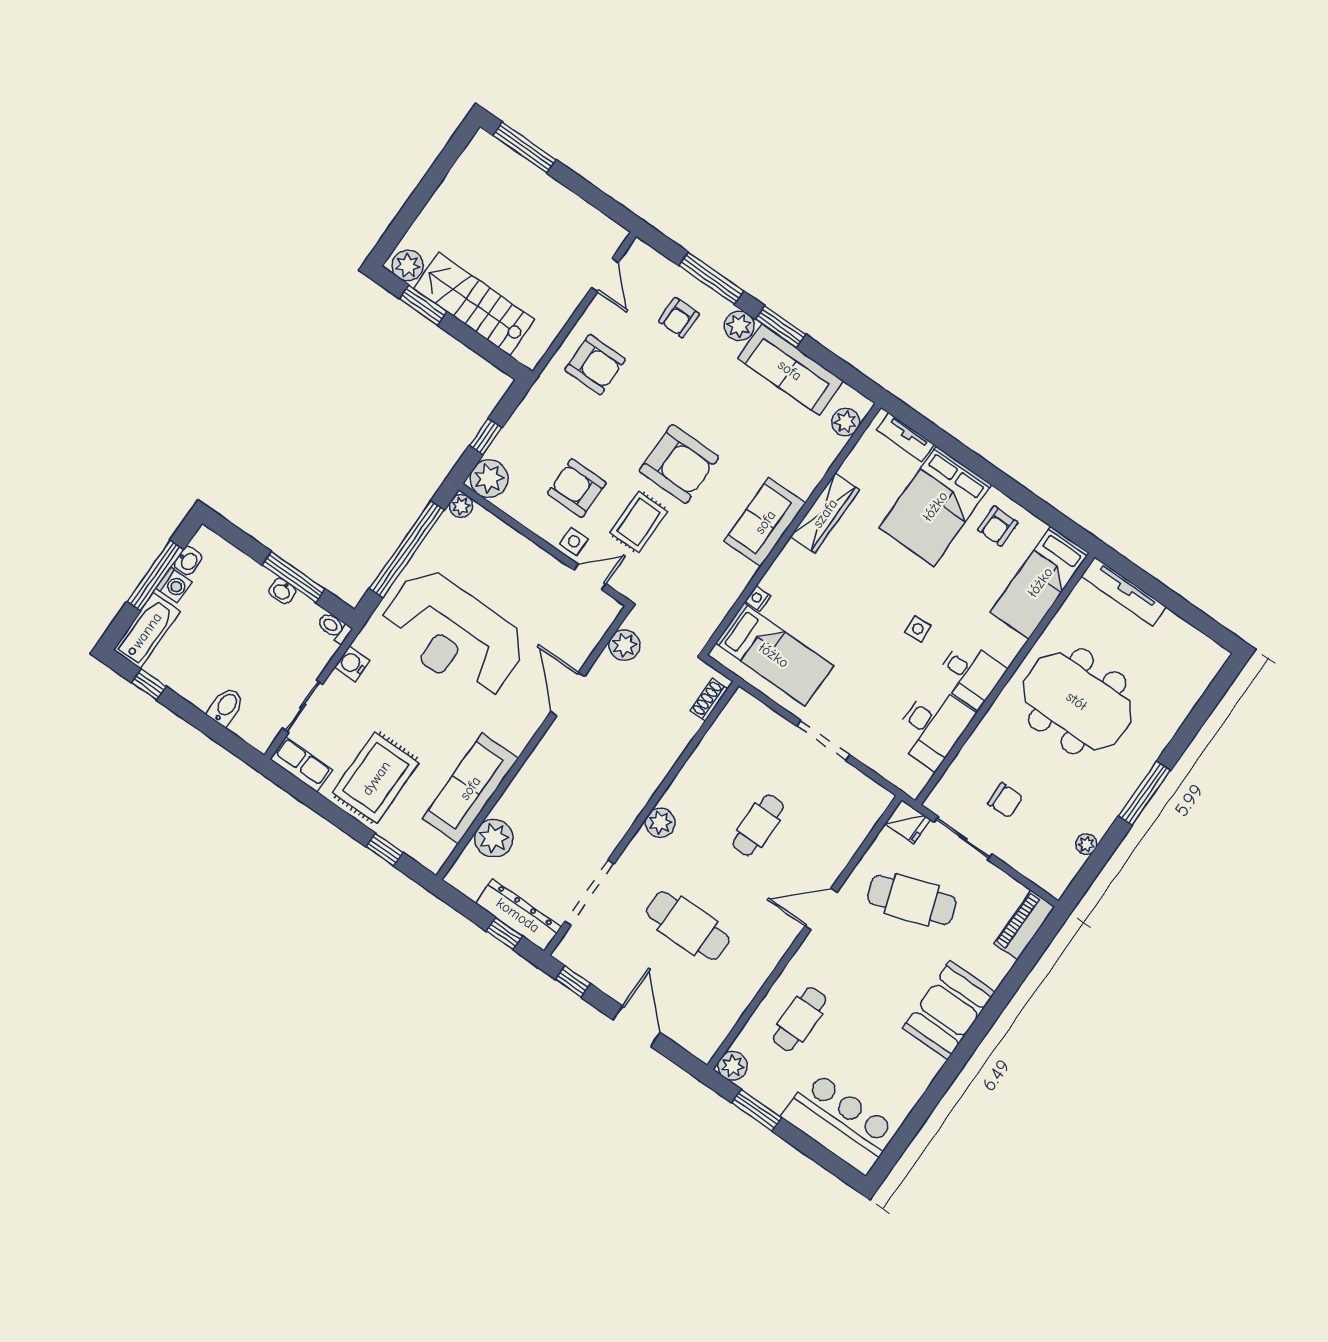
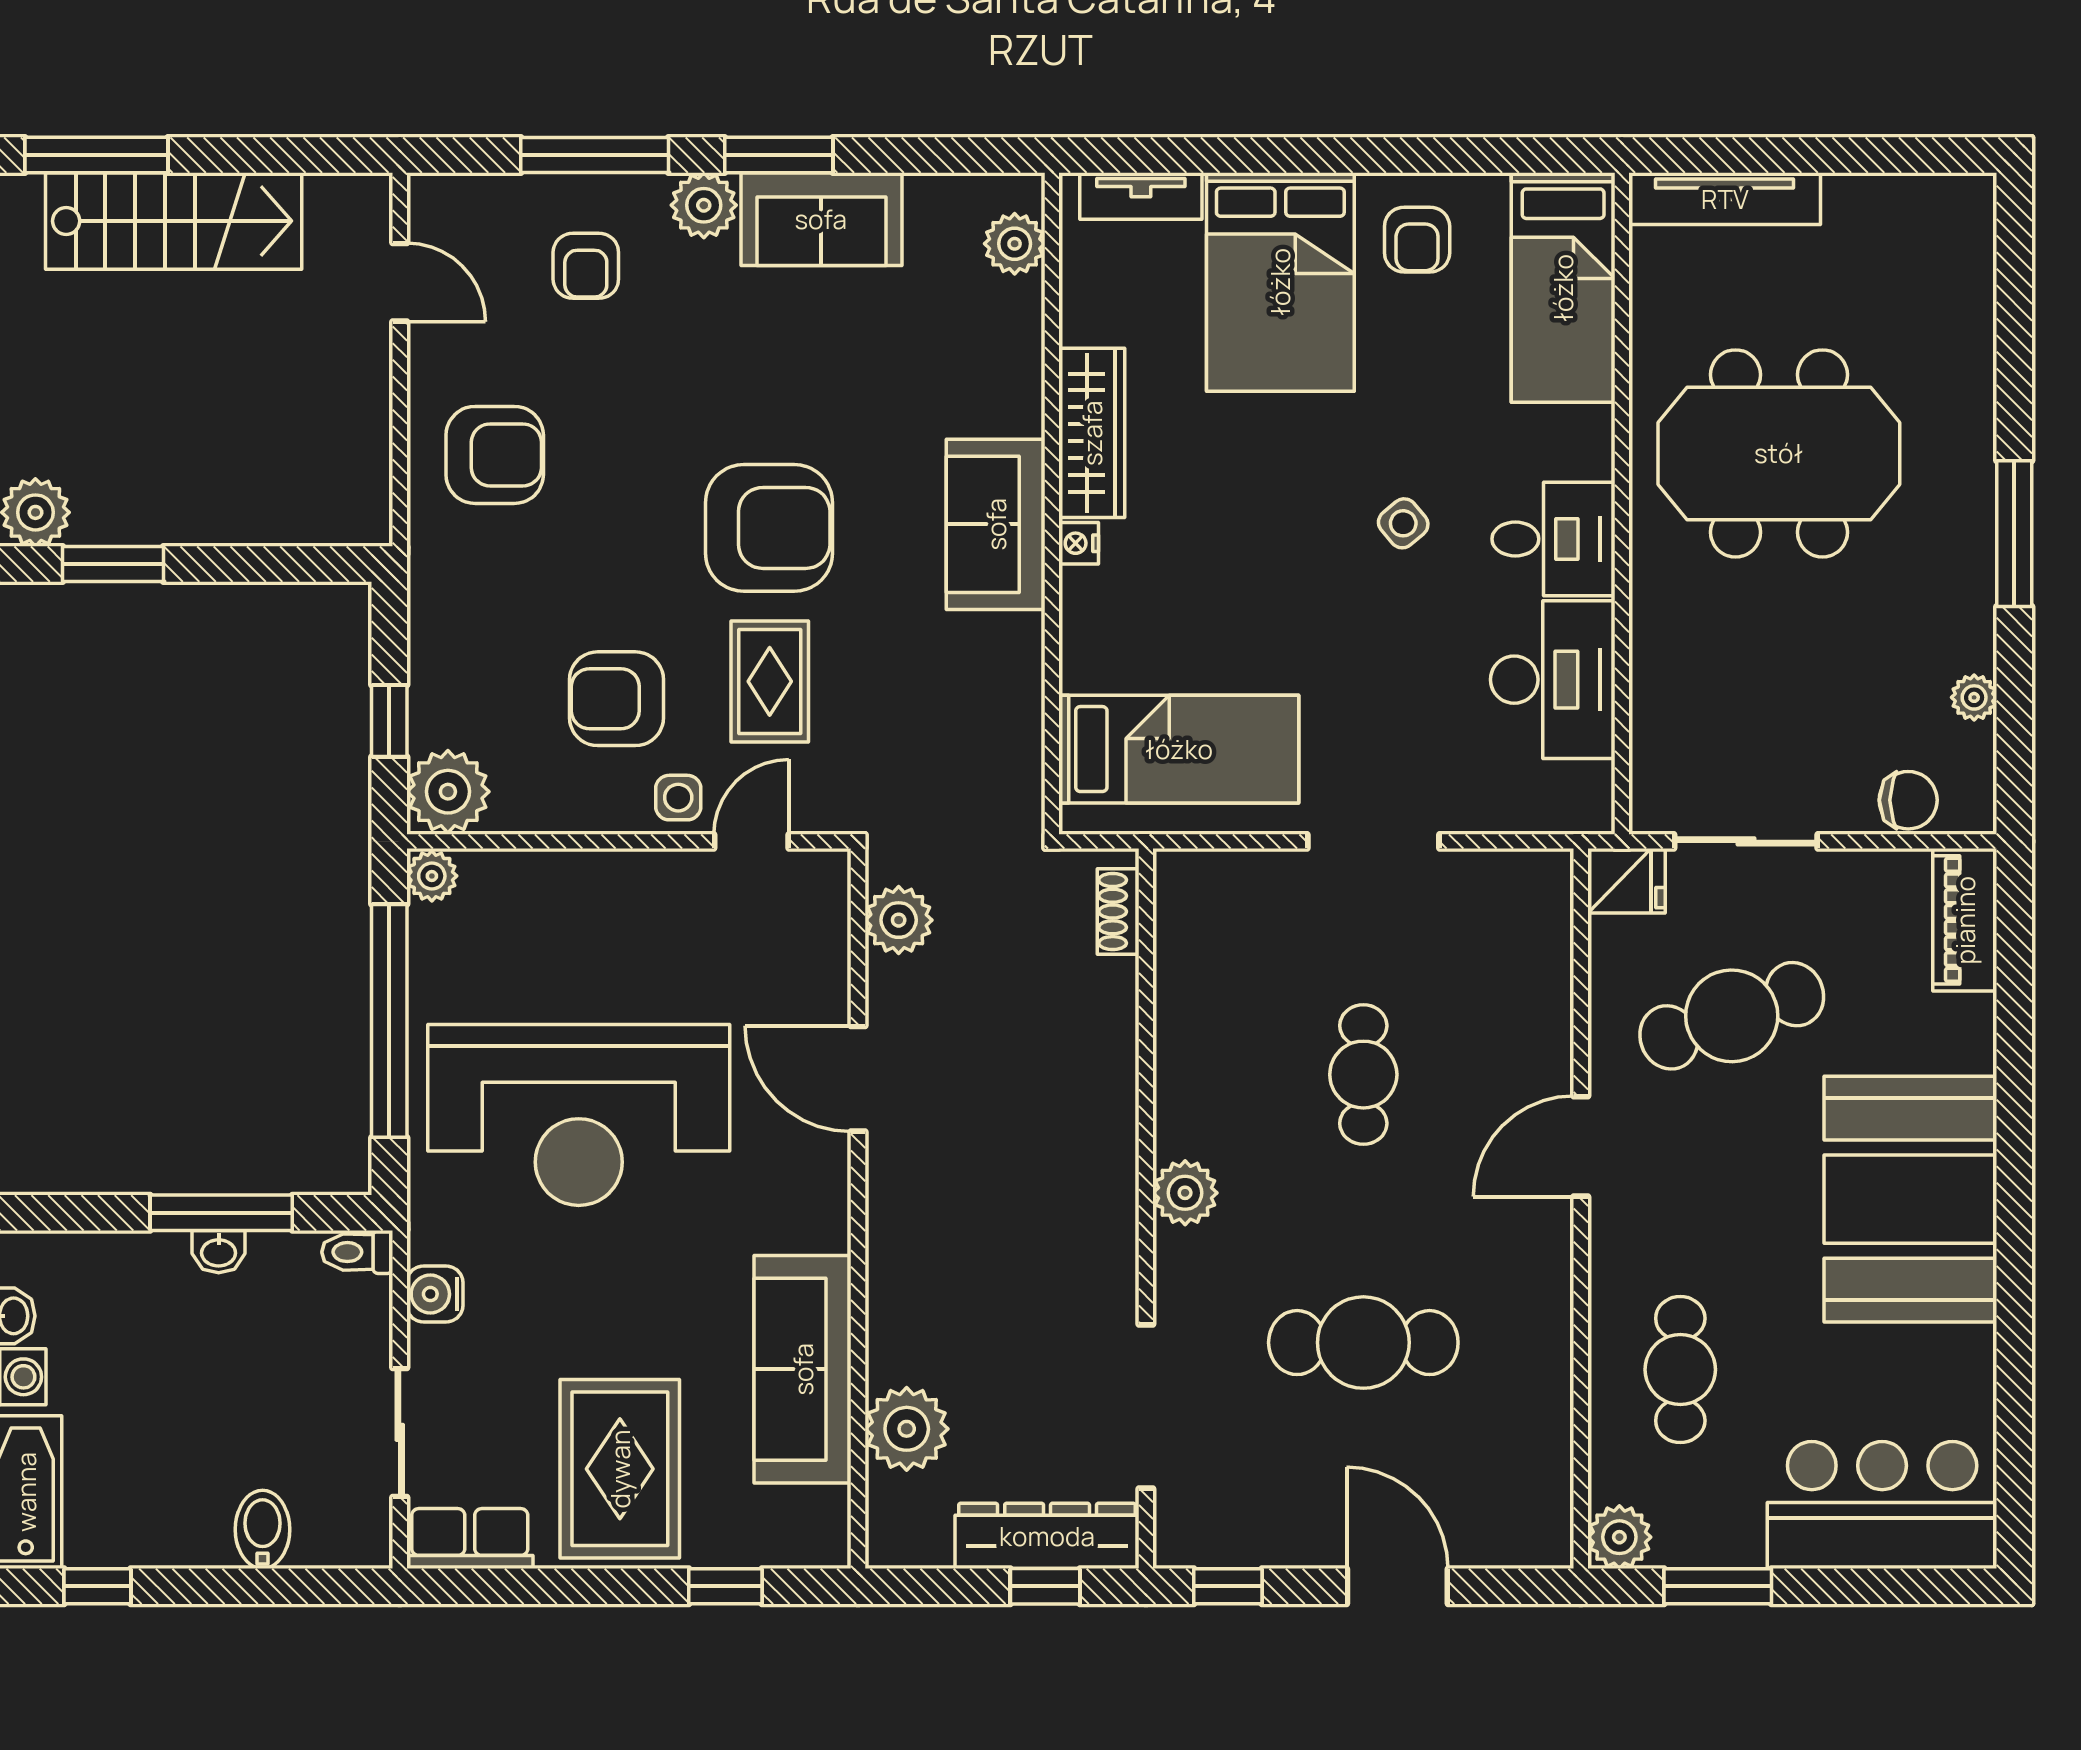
stairs: (474, 304) -> (174, 221), moved, turned 180
sofa: (790, 370) -> (821, 219), width x0.73
nightstand: (758, 598) -> (1079, 543), moved
side table: (918, 629) -> (1403, 523), turned -36
chair: (1005, 800) -> (1908, 800), moved
booth: (949, 1010) -> (1910, 1199), width x1.36, depth x1.42

